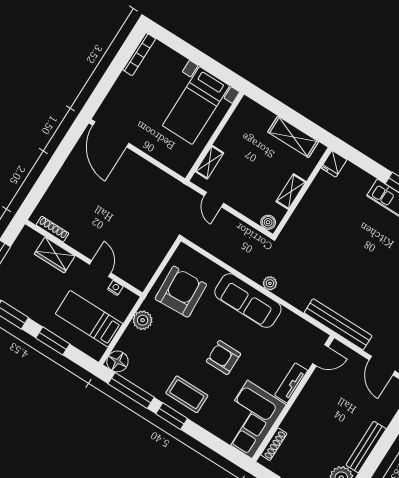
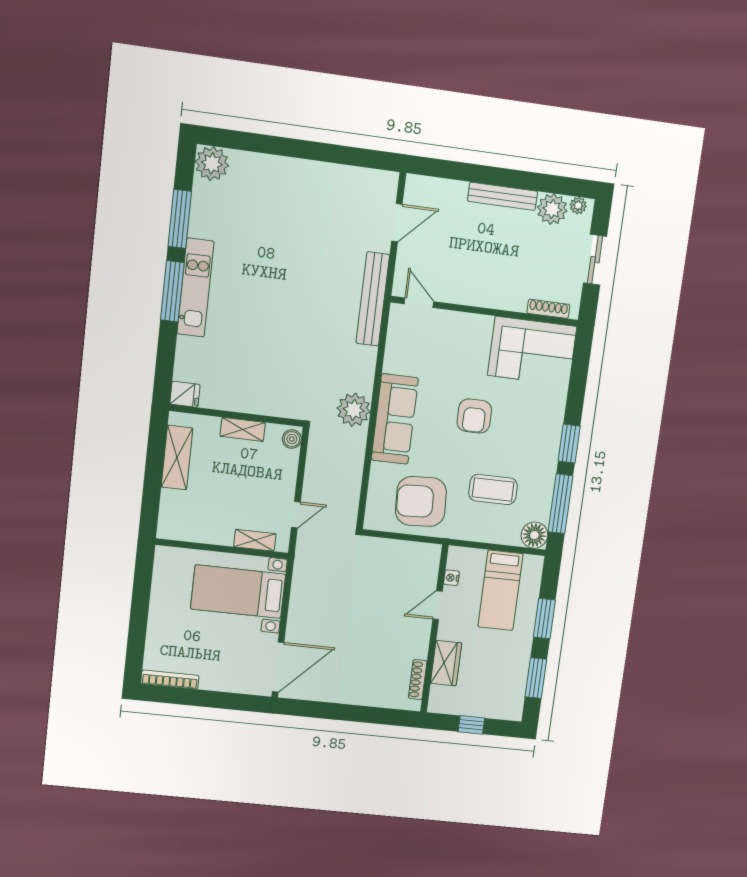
bed with nightstands: (196, 106) -> (238, 592), moved, turned 180
plant: (270, 283) -> (354, 410), width x1.87, depth x1.87
plant: (143, 320) -> (474, 529), removed
tv unit: (291, 383) -> (468, 322), removed
coffee table: (187, 394) -> (493, 489), moved, turned 90

